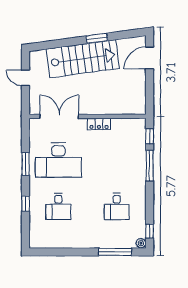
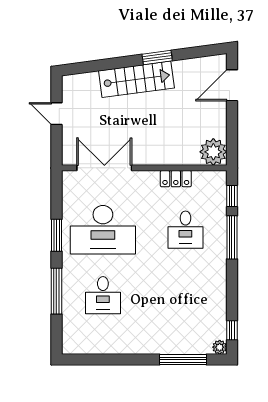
stairs: (83, 59) -> (136, 79), width x0.73, depth x0.66
plant: (136, 105) -> (213, 152), added
locker: (99, 124) -> (176, 179), moved
window: (26, 204) -> (56, 291), width x2.17
desk: (117, 206) -> (185, 230), moved

